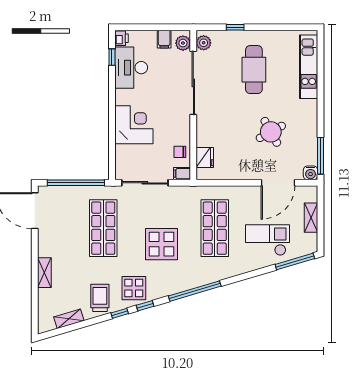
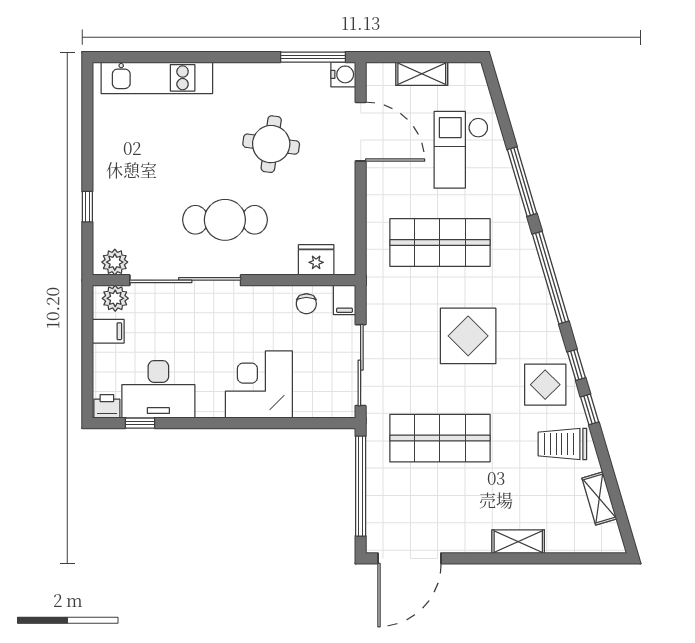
cafe table: (254, 70) -> (225, 220), moved
round table: (271, 132) -> (271, 144), turned 37
window: (295, 261) -> (522, 182), moved

